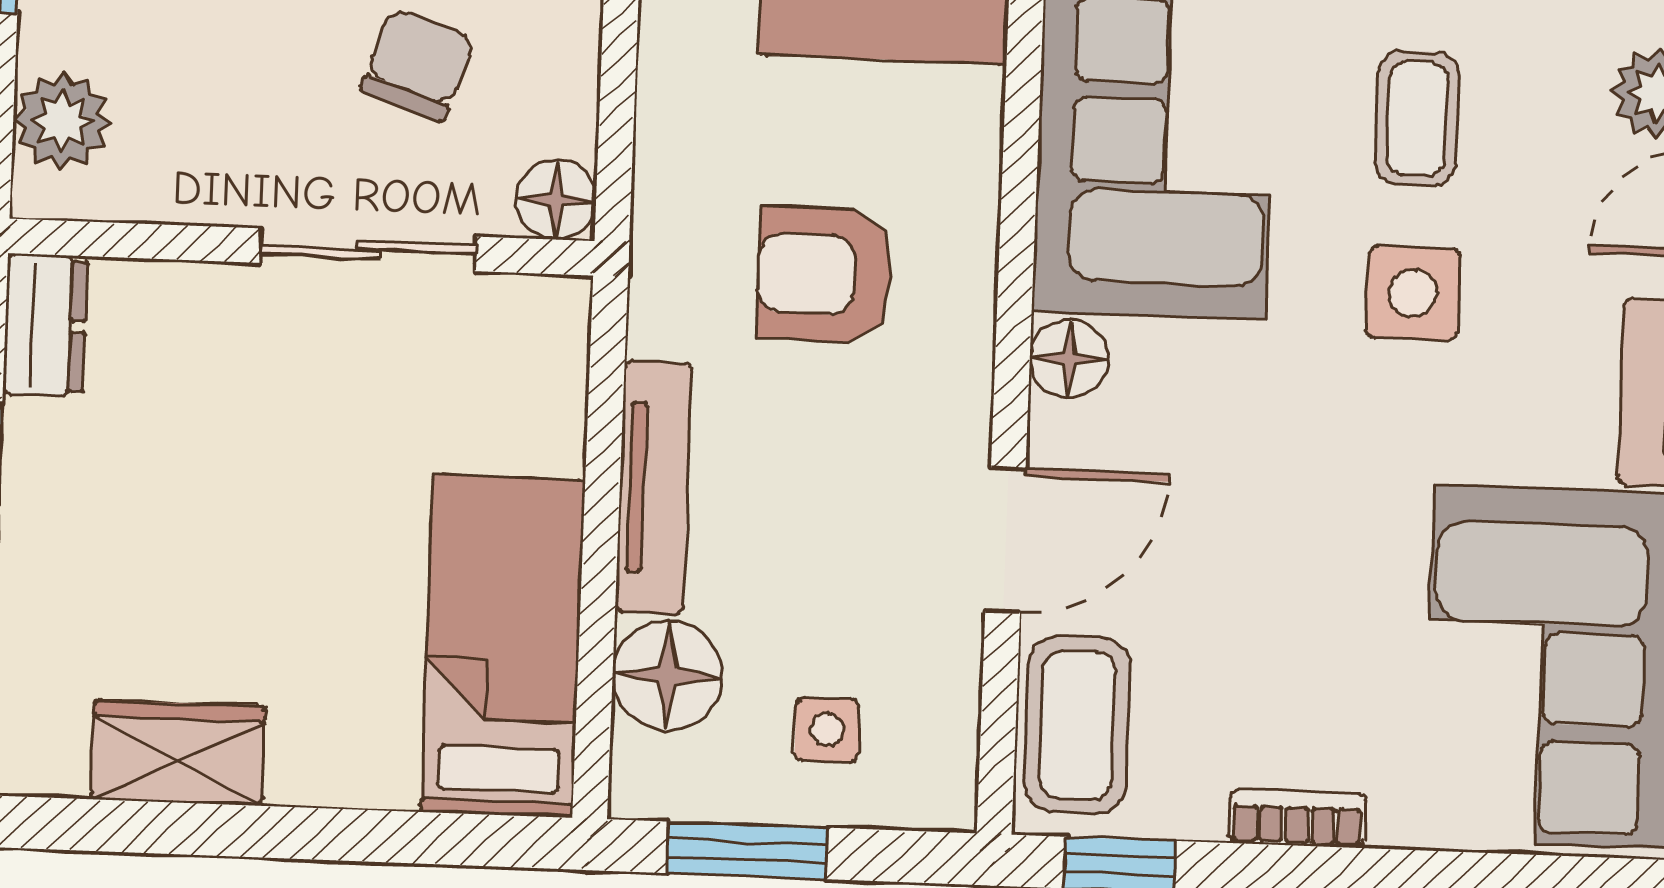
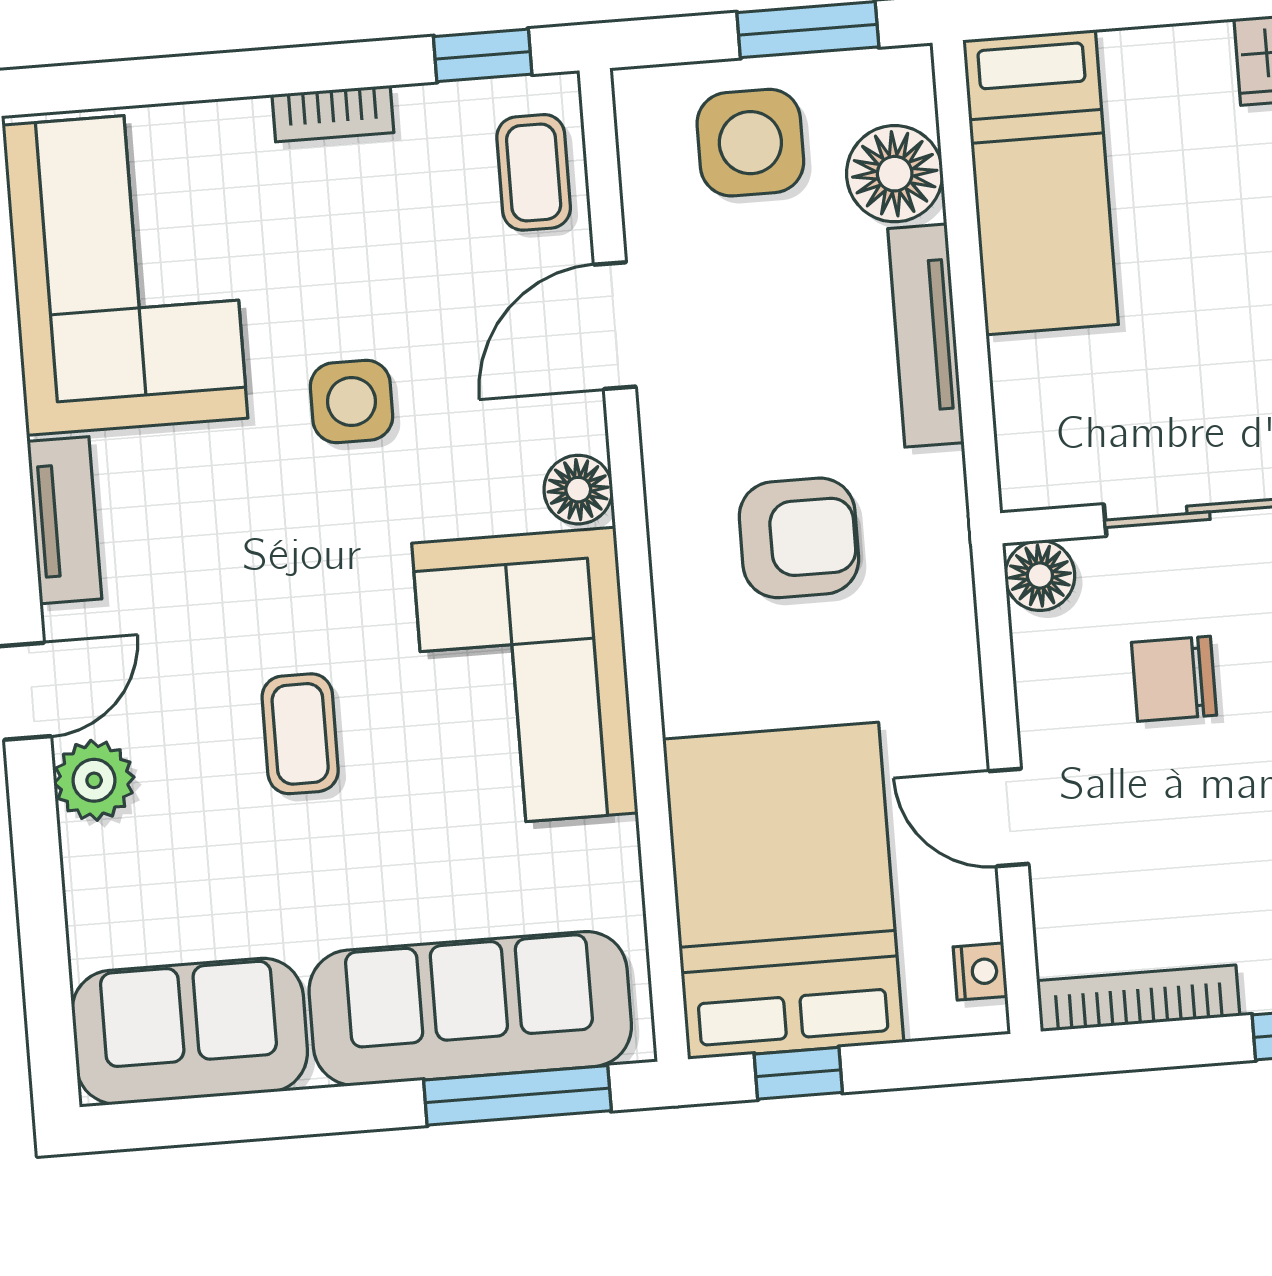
chair: (418, 64) -> (1174, 679), turned 71
side table: (1413, 293) -> (351, 401), moved
coffee table: (1077, 725) -> (534, 172), width x0.73, depth x0.77
side table: (827, 730) -> (750, 143), width x1.87, depth x1.87

